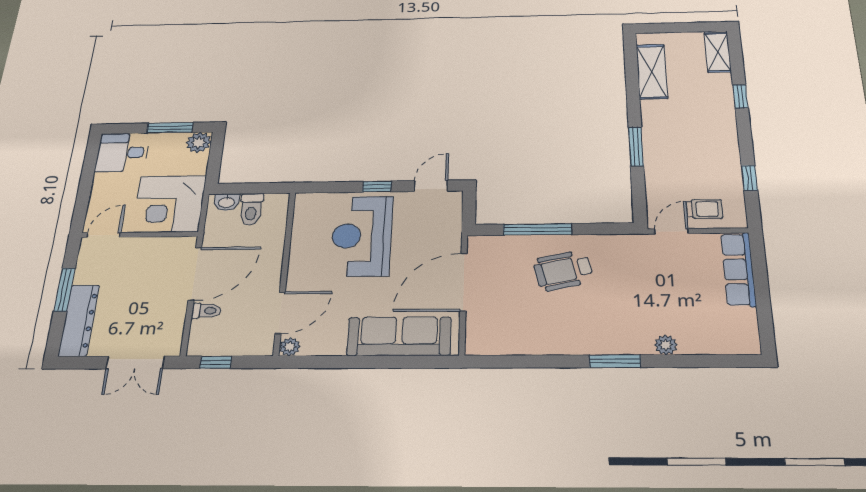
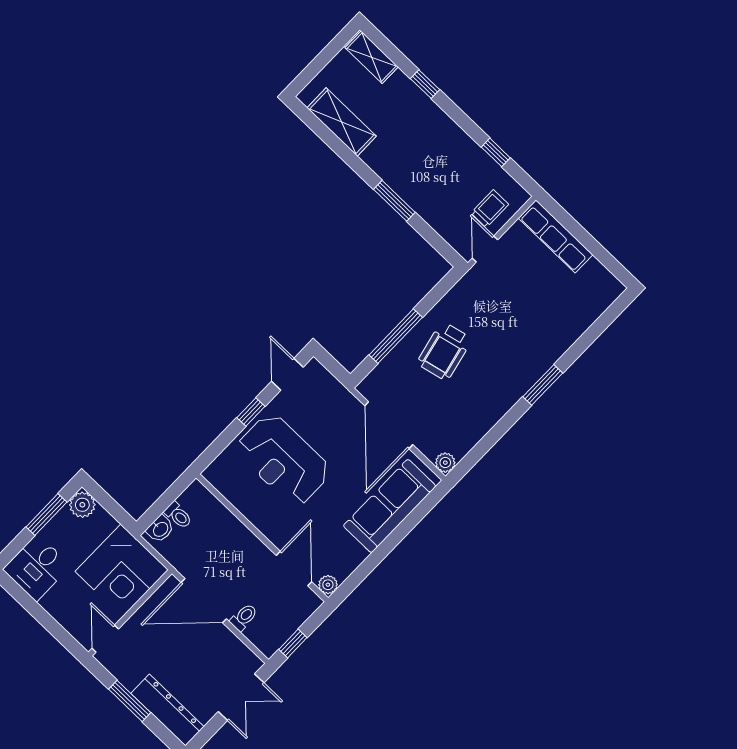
toilet: (251, 209) -> (178, 515), width x0.73, depth x0.72
door: (195, 274) -> (204, 601), swing flipped
plant: (666, 345) -> (445, 463), moved

